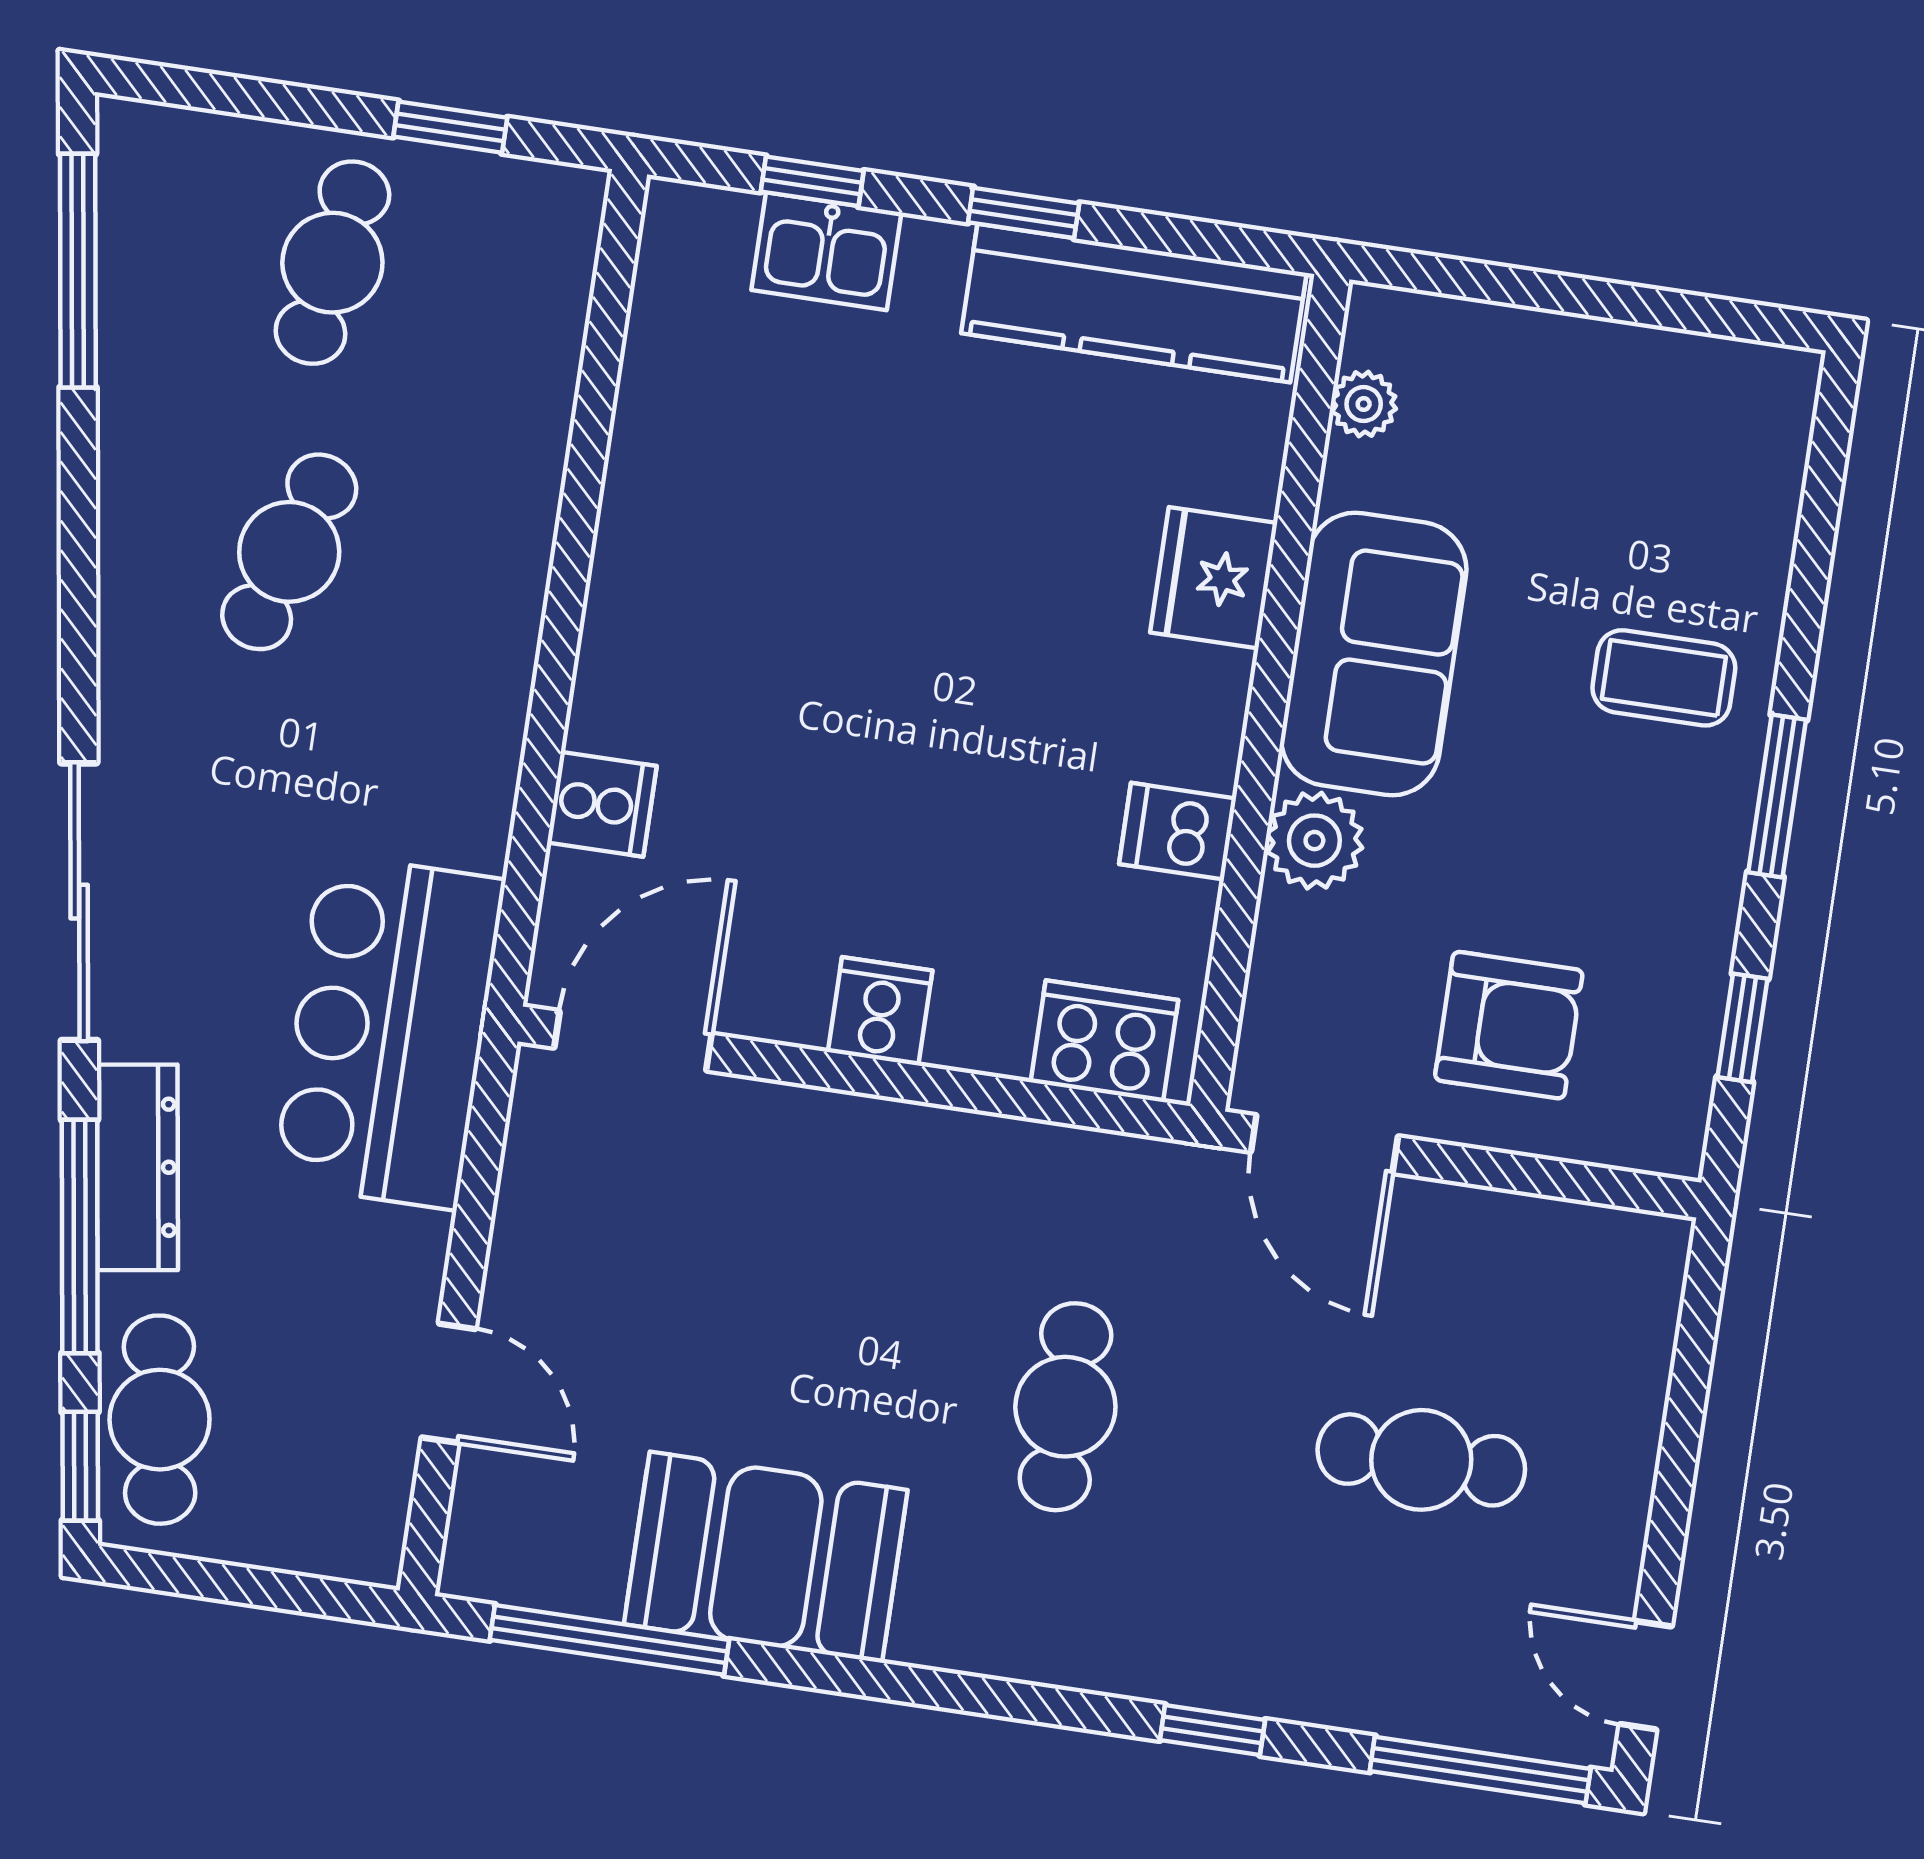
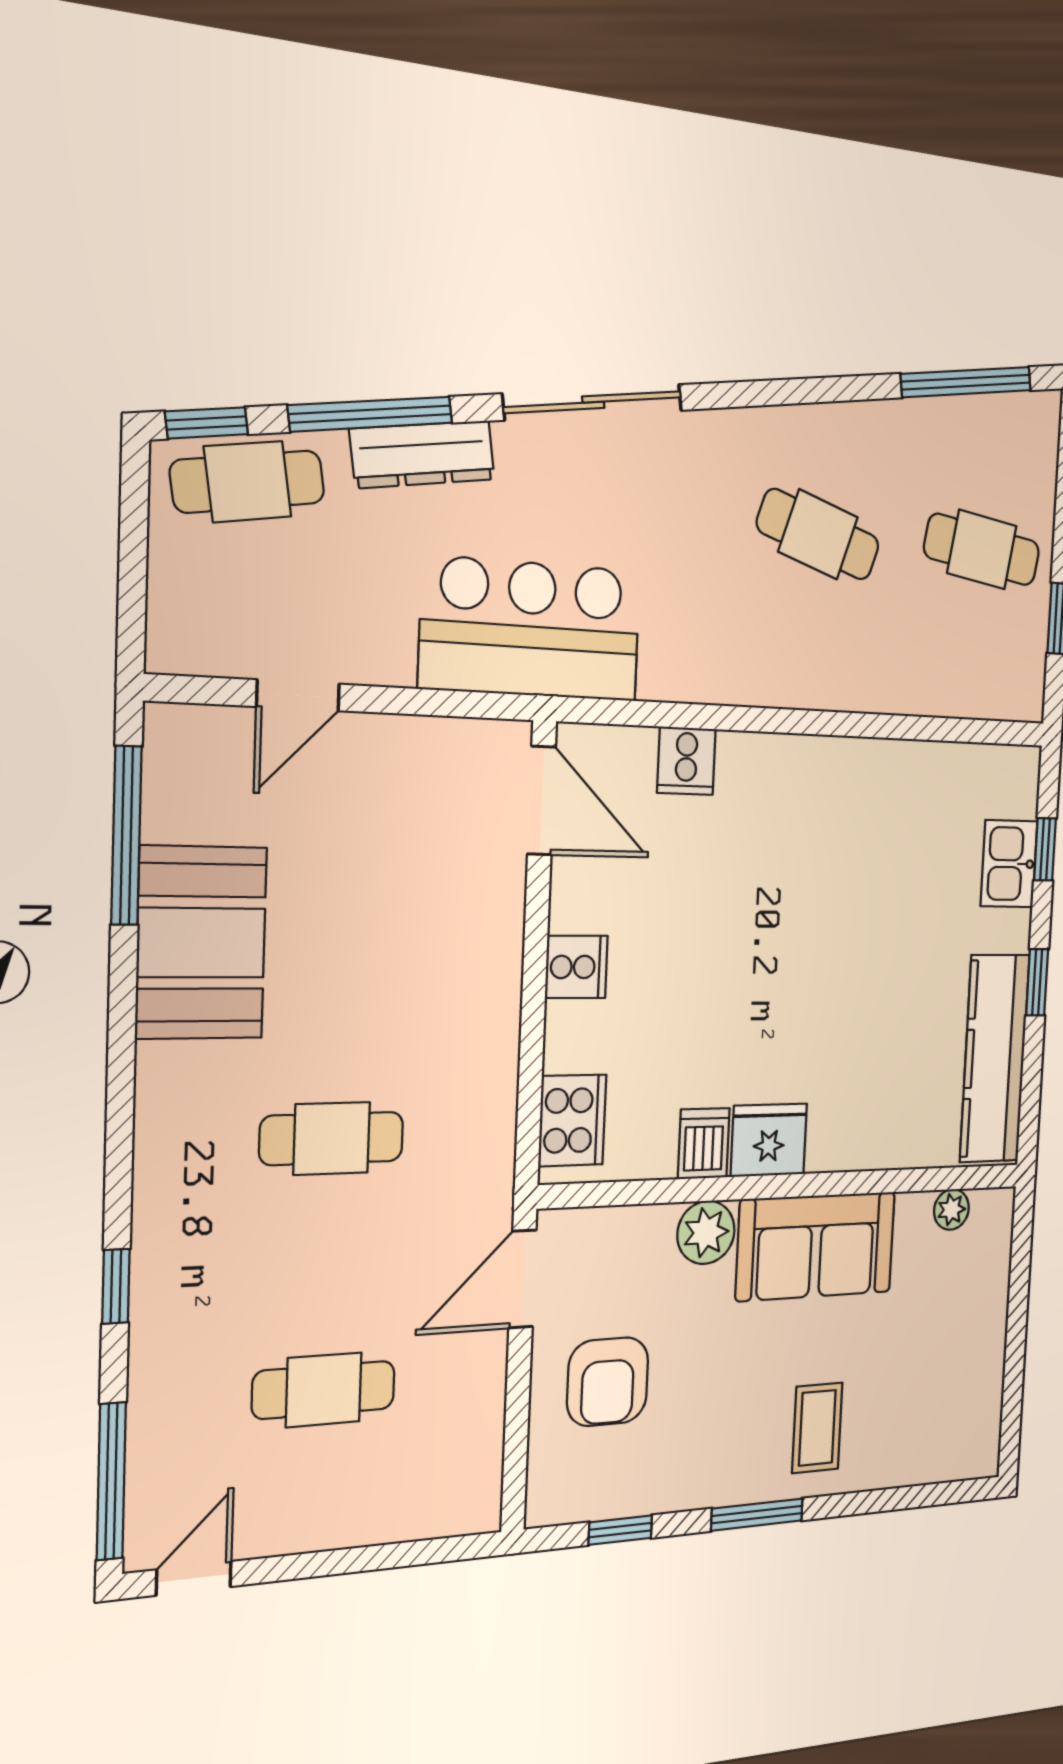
fridge: (1214, 578) -> (769, 1140), moved
cafe table: (1421, 1460) -> (324, 1390), turned 90

